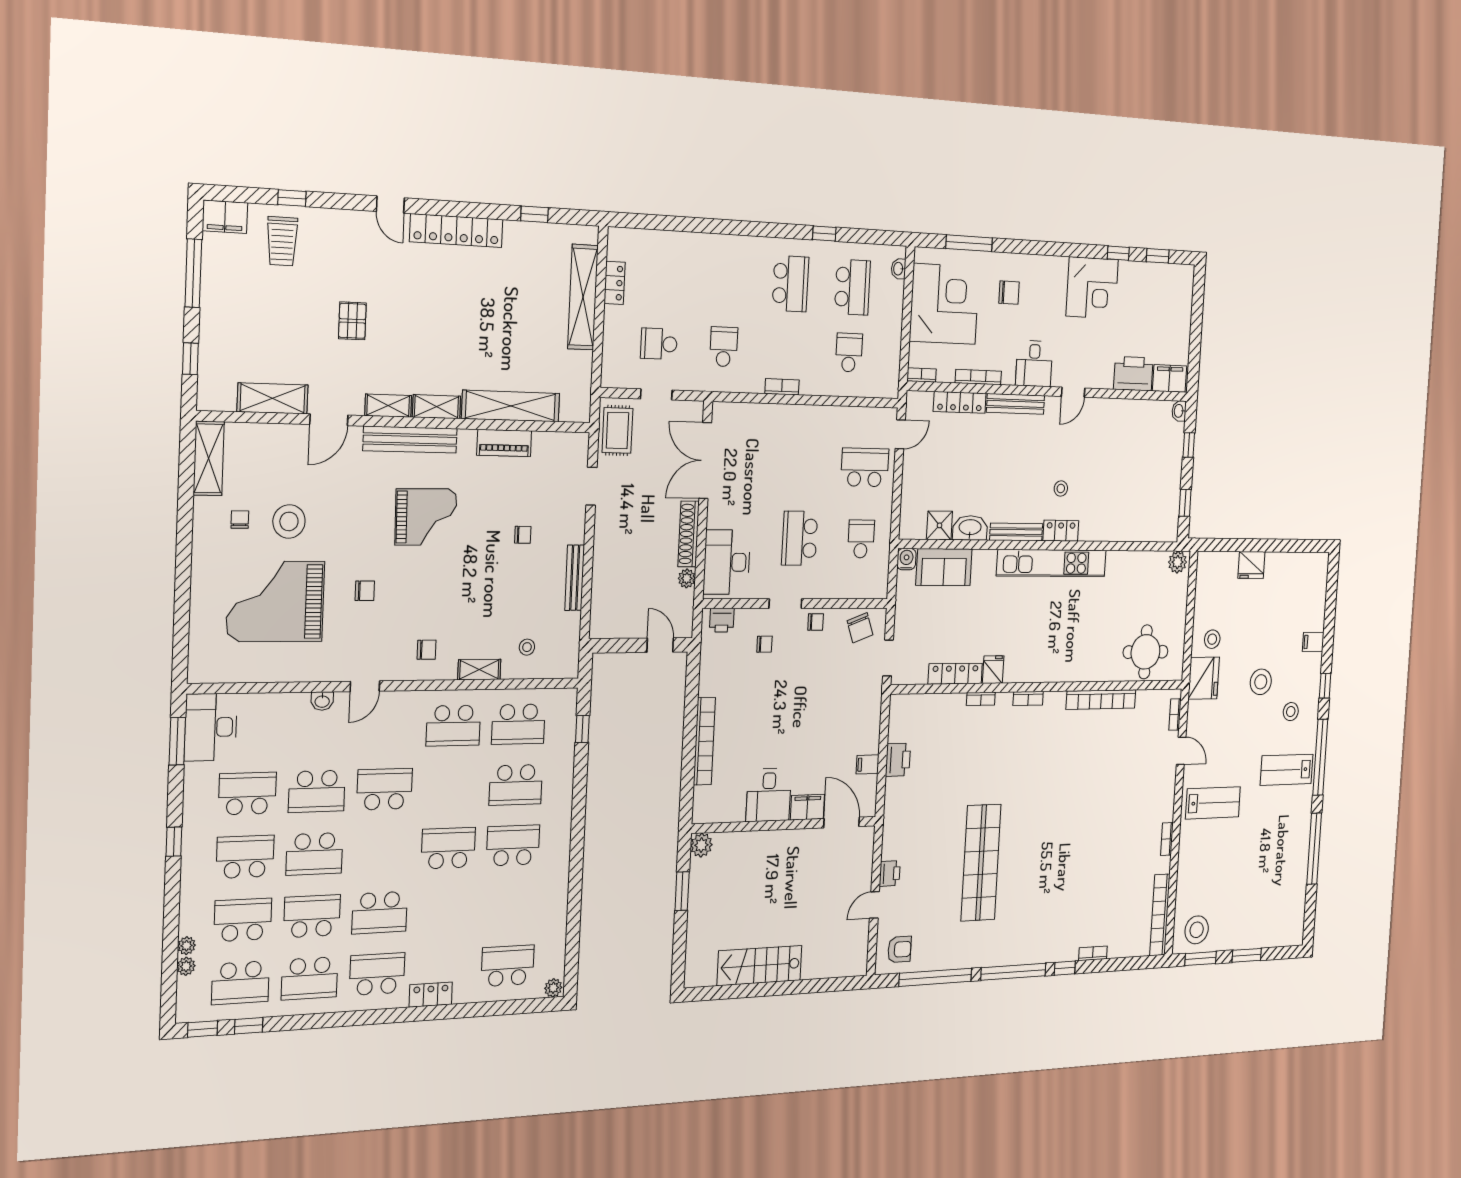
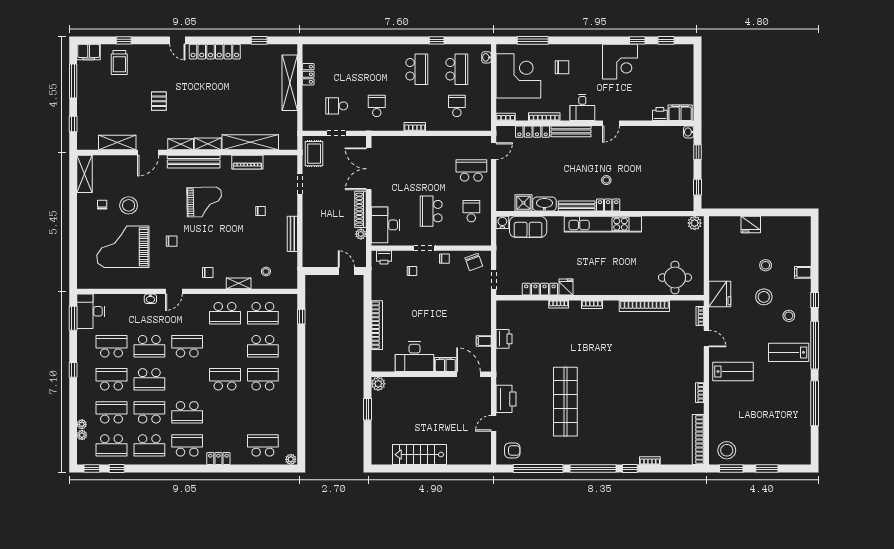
printer: (1133, 374) -> (660, 114), width x0.53, depth x0.68
stool: (1212, 639) -> (766, 265), moved
desk: (769, 795) -> (415, 357), width x1.37
printer: (890, 874) -> (506, 399), width x1.87, depth x1.48

